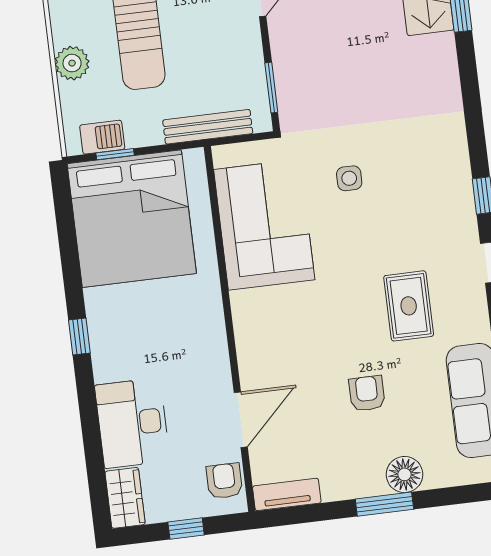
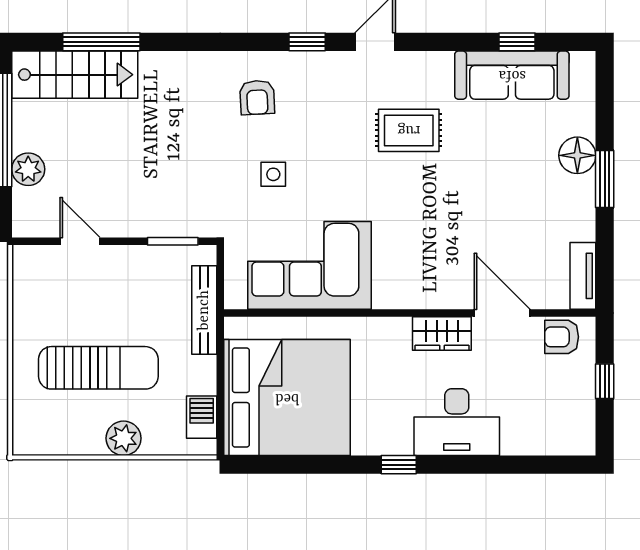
window: (115, 154) -> (220, 406), removed
armchair: (367, 393) -> (257, 97), moved, turned -93
desk: (132, 423) -> (457, 422), moved
wardrobe: (125, 498) -> (442, 334), moved, turned 180

